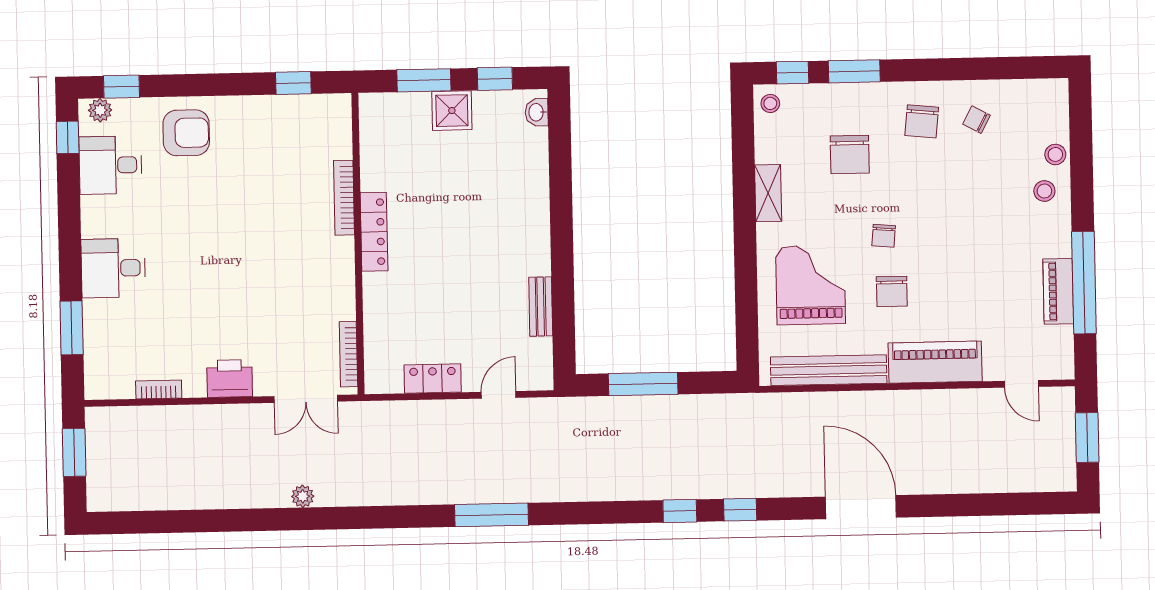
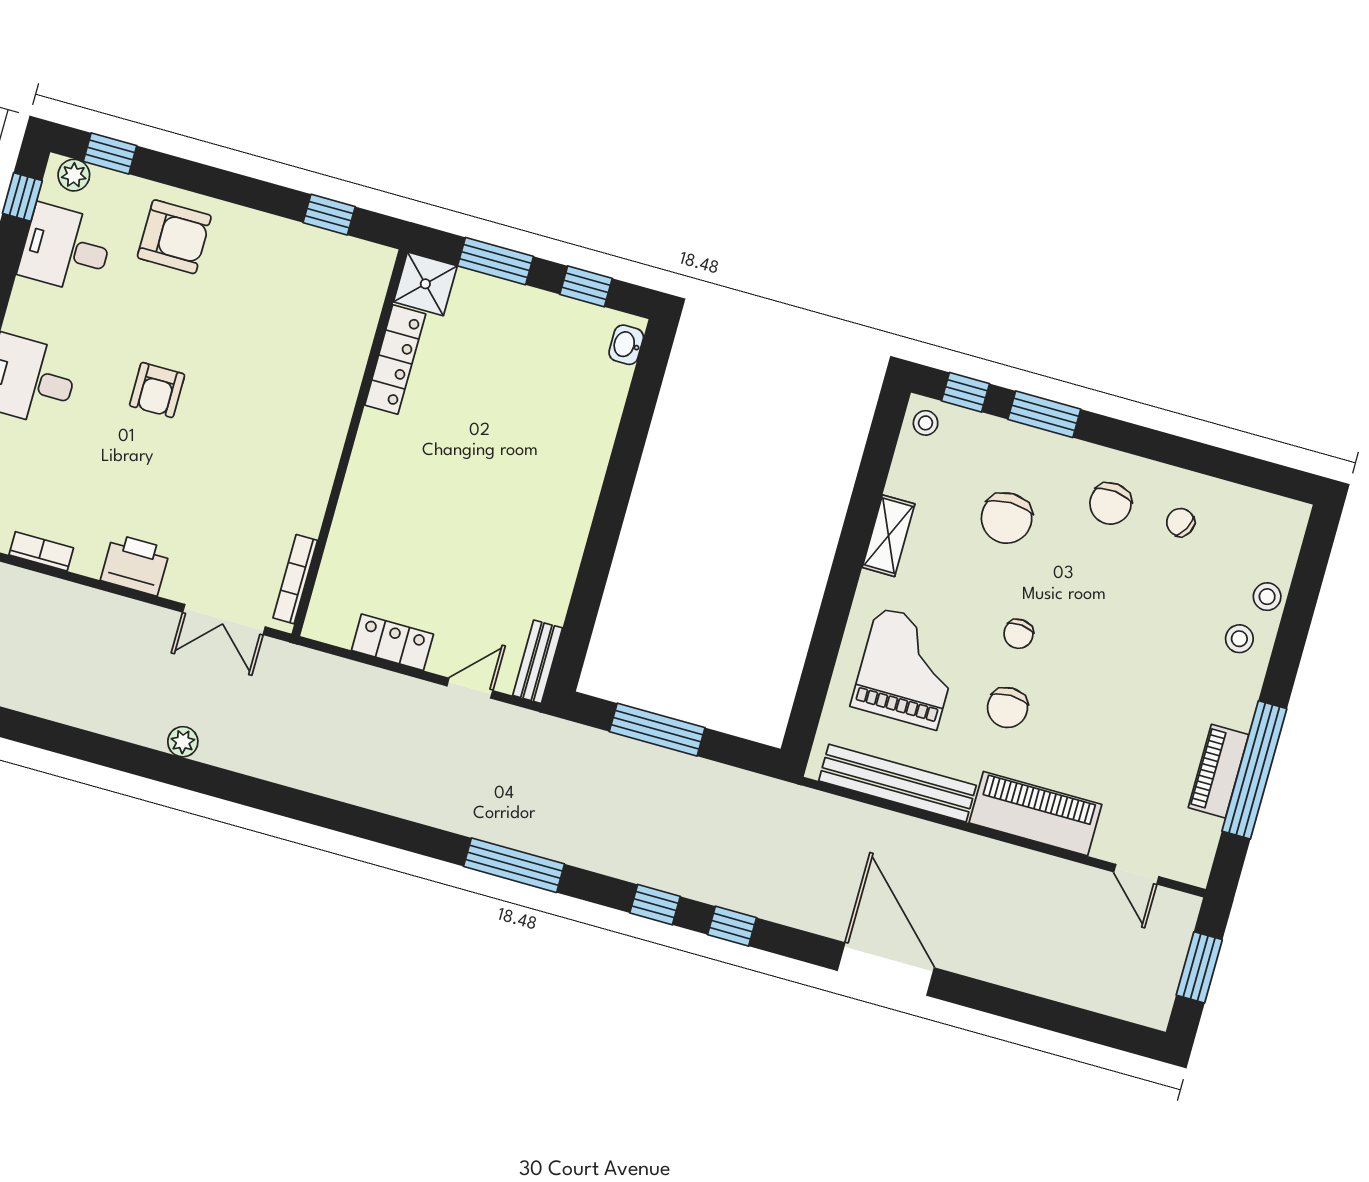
shower: (452, 111) -> (425, 284), moved
bookcase: (344, 198) -> (349, 379), removed
locker: (374, 232) -> (395, 360), moved
armchair: (207, 247) -> (157, 390), added
bench: (541, 307) -> (538, 662), moved
window: (492, 515) -> (514, 865), moved

